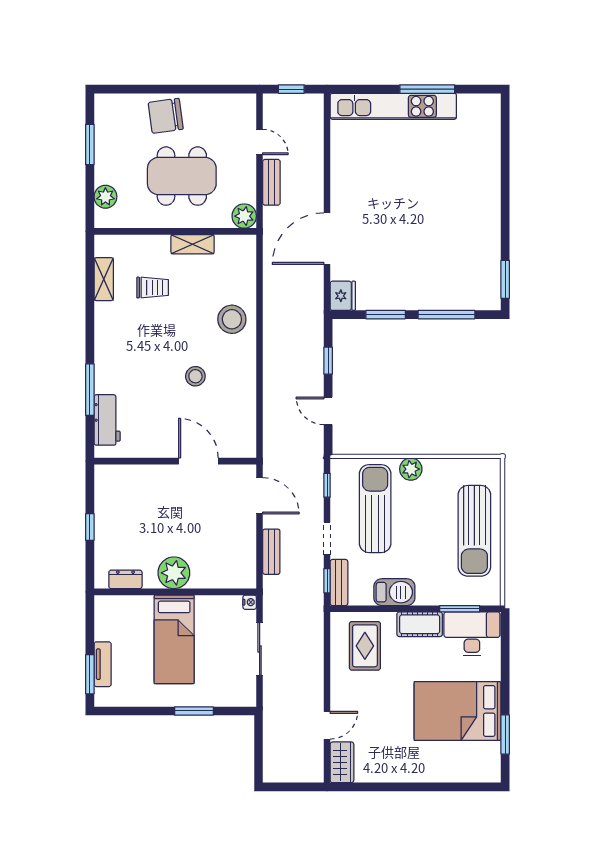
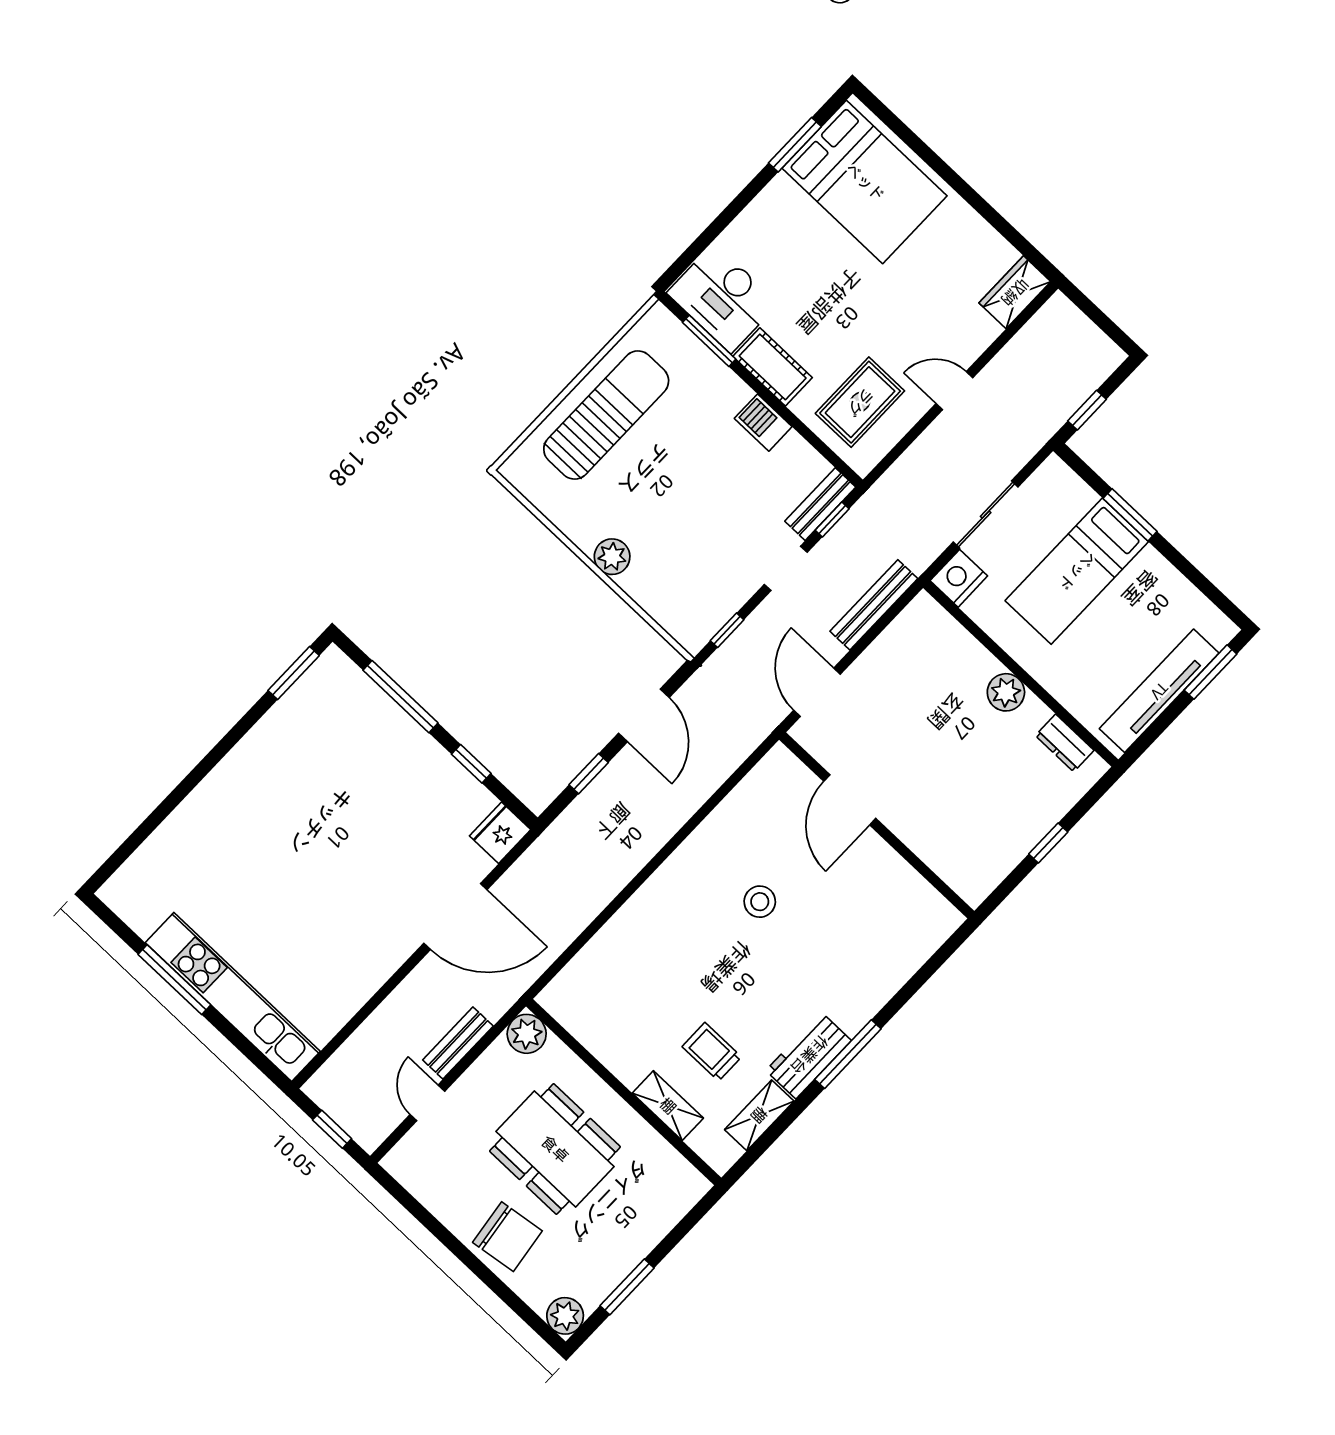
plant: (105, 197) -> (565, 1316), moved
shelving: (193, 244) -> (668, 1106), moved
window: (386, 315) -> (471, 764), width x0.67
stool: (232, 319) -> (655, 928), removed
window: (90, 390) -> (848, 1054), moved
door: (328, 411) -> (644, 715), width x1.38
workbench: (107, 420) -> (809, 1055), moved
sun lounger: (375, 509) -> (697, 550), removed
bench: (271, 552) -> (874, 605), width x1.36
plant: (174, 573) -> (1006, 692), width x0.73, depth x0.73
barbecue: (394, 592) -> (763, 423), width x0.73, depth x0.79
nightstand: (250, 602) -> (959, 578), width x1.89, depth x1.79
bed: (174, 639) -> (1077, 571), moved, turned 180
tv unit: (103, 664) -> (1159, 691), width x1.92, depth x1.29
bed: (458, 711) -> (865, 182), moved
door: (327, 725) -> (954, 391), moved
window: (258, 740) -> (1087, 410), added

